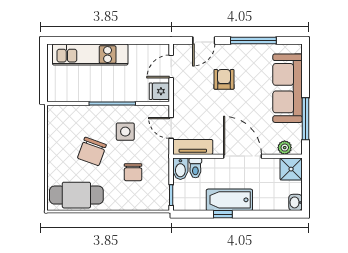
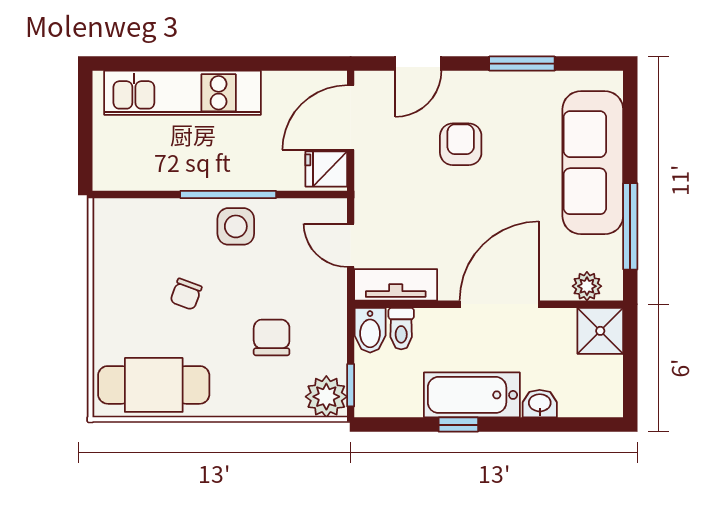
window: (253, 41) -> (522, 64), width x0.69
door: (171, 66) -> (351, 118), width x1.38
side table: (125, 132) -> (236, 226), moved
chair: (92, 151) -> (186, 294), width x0.54, depth x0.54
door: (243, 156) -> (499, 304), hinge flipped
chair: (133, 172) -> (272, 337), turned 180
plant: (159, 201) -> (326, 397), added
washbasin: (295, 202) -> (540, 404), moved, turned 90

